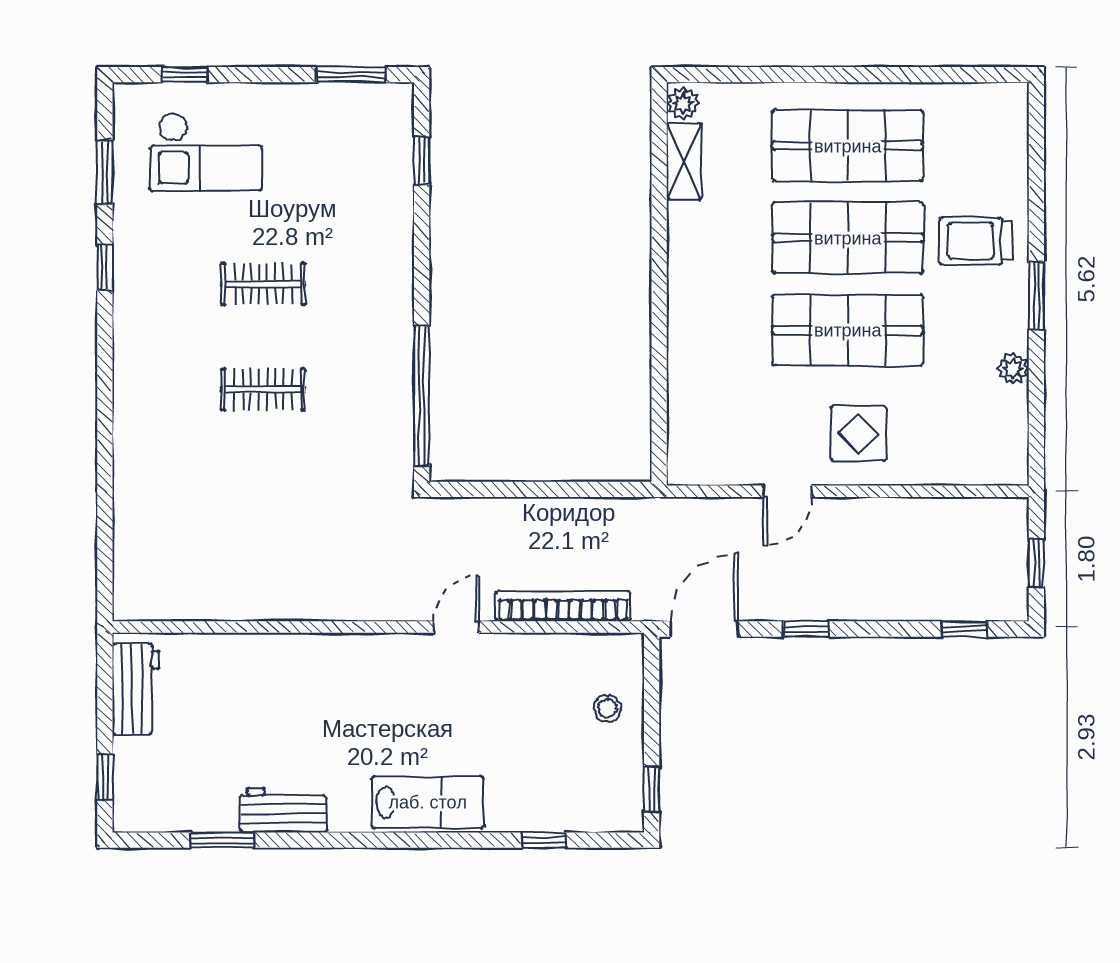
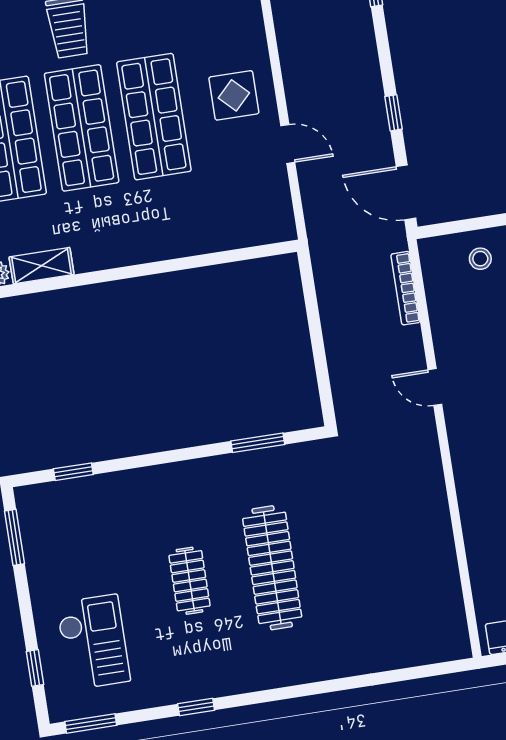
window: (105, 172) -> (91, 723), moved
clothes rail: (263, 389) -> (272, 568), width x1.86, depth x1.31
window: (422, 396) -> (258, 443), width x0.47
bookcase: (563, 606) -> (406, 288), width x0.68, depth x0.76

